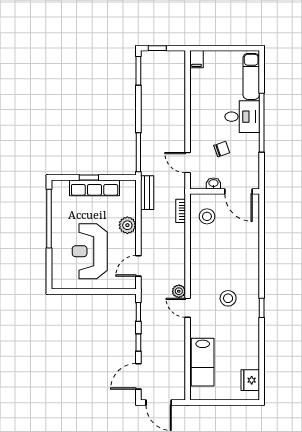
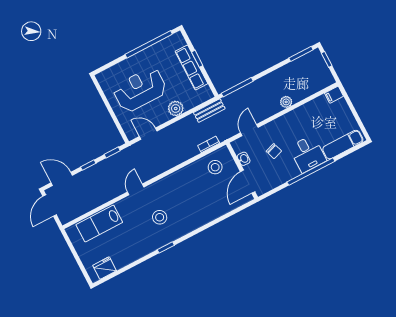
plant: (179, 291) -> (286, 102), moved

